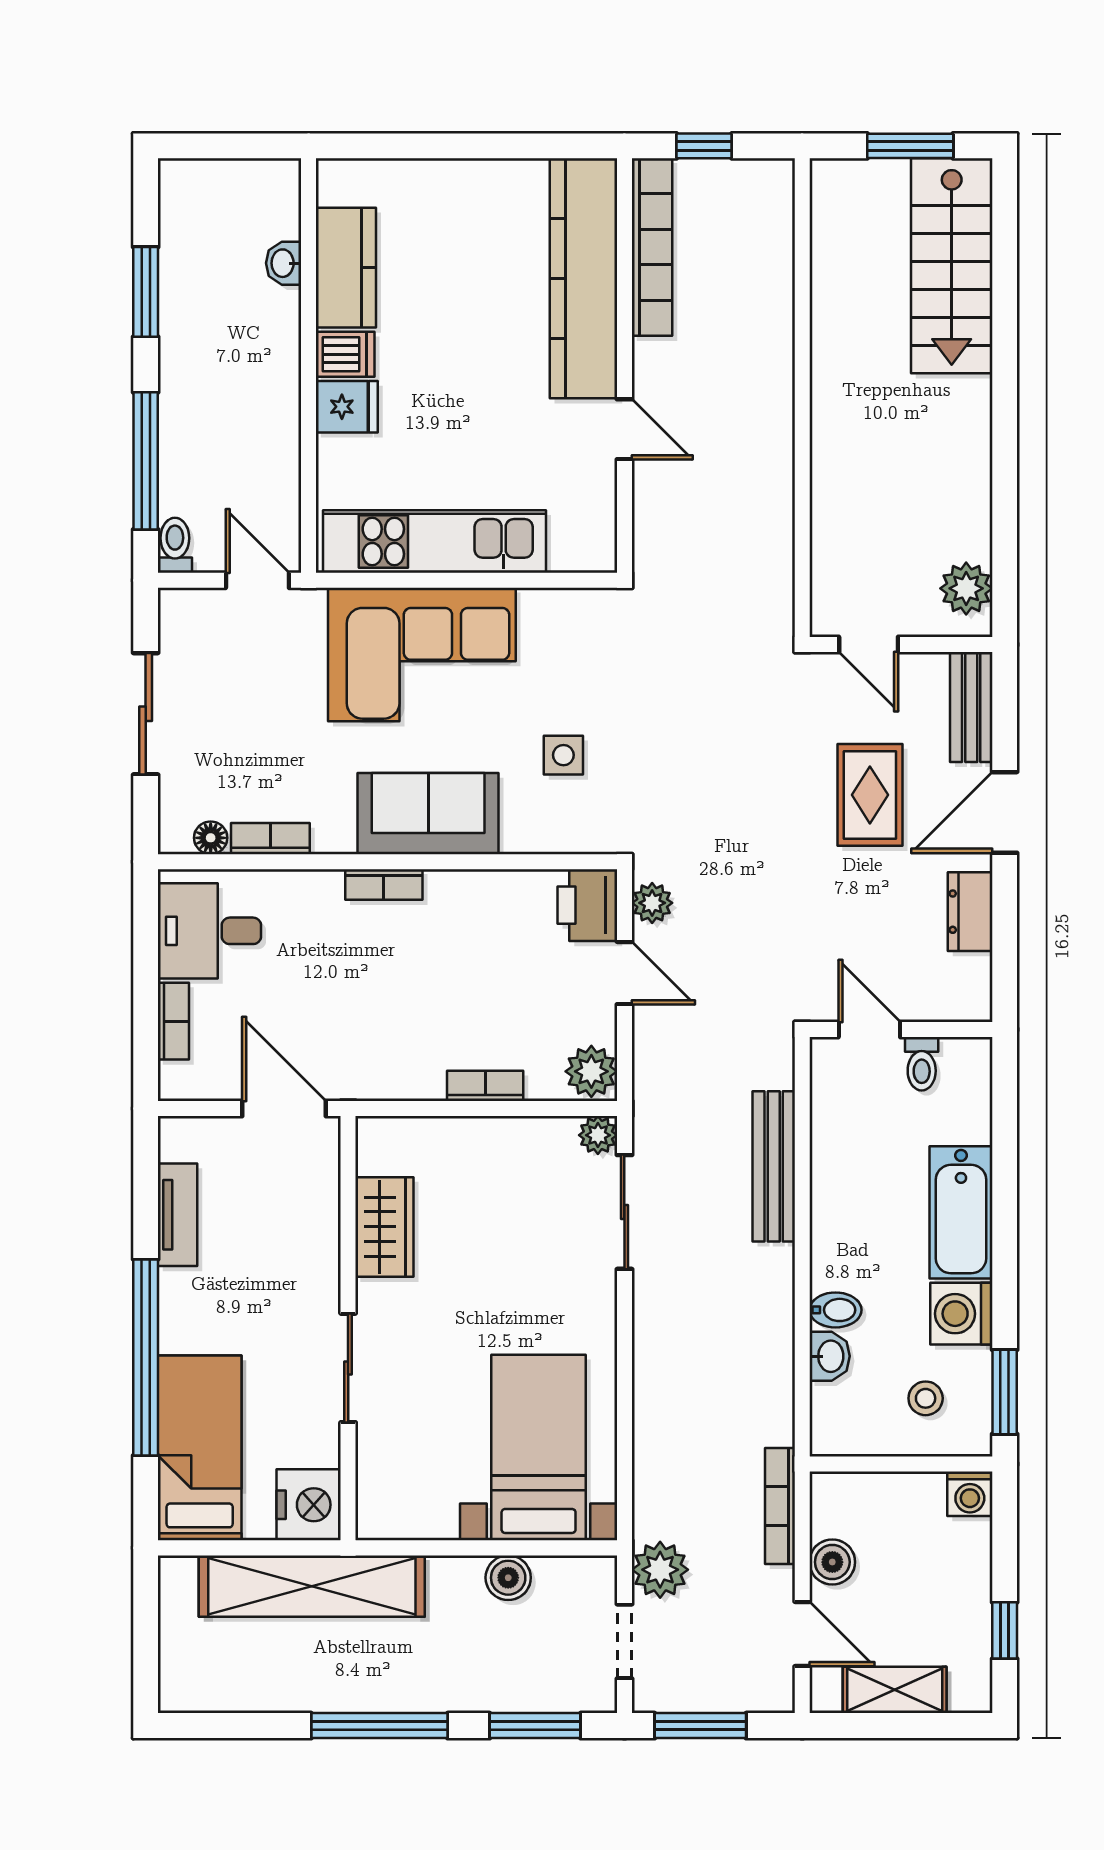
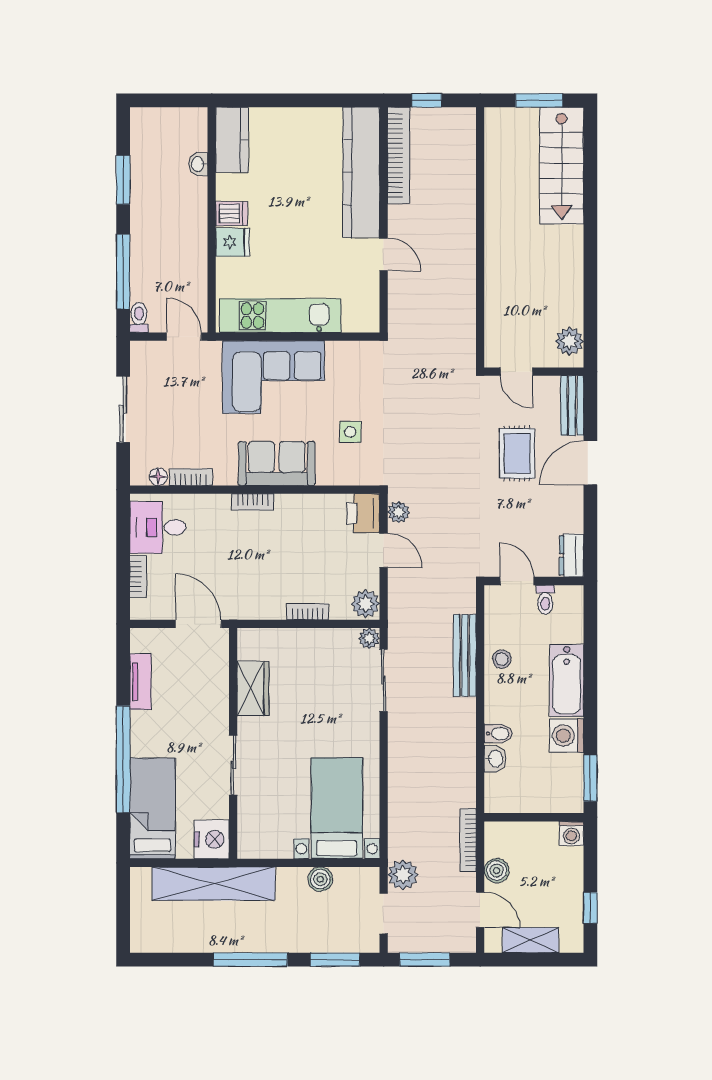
kitchen counter: (346, 268) -> (232, 140), moved
dresser: (970, 912) -> (572, 555), moved
stool: (926, 1398) -> (502, 659), moved

